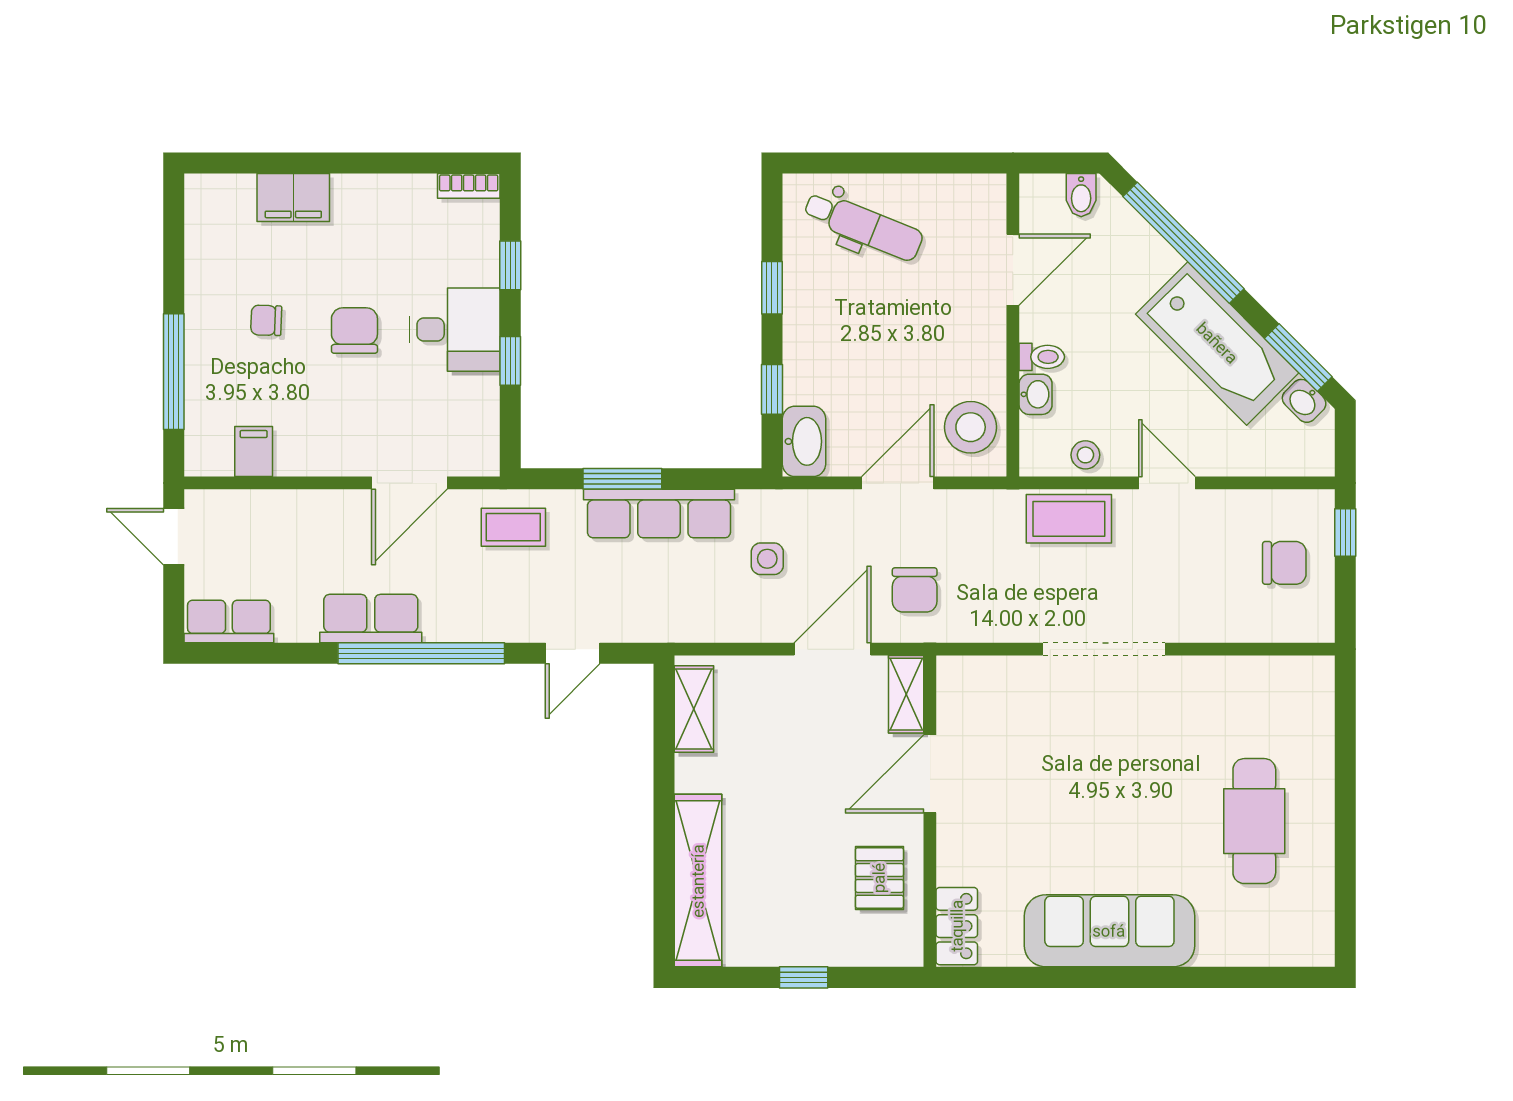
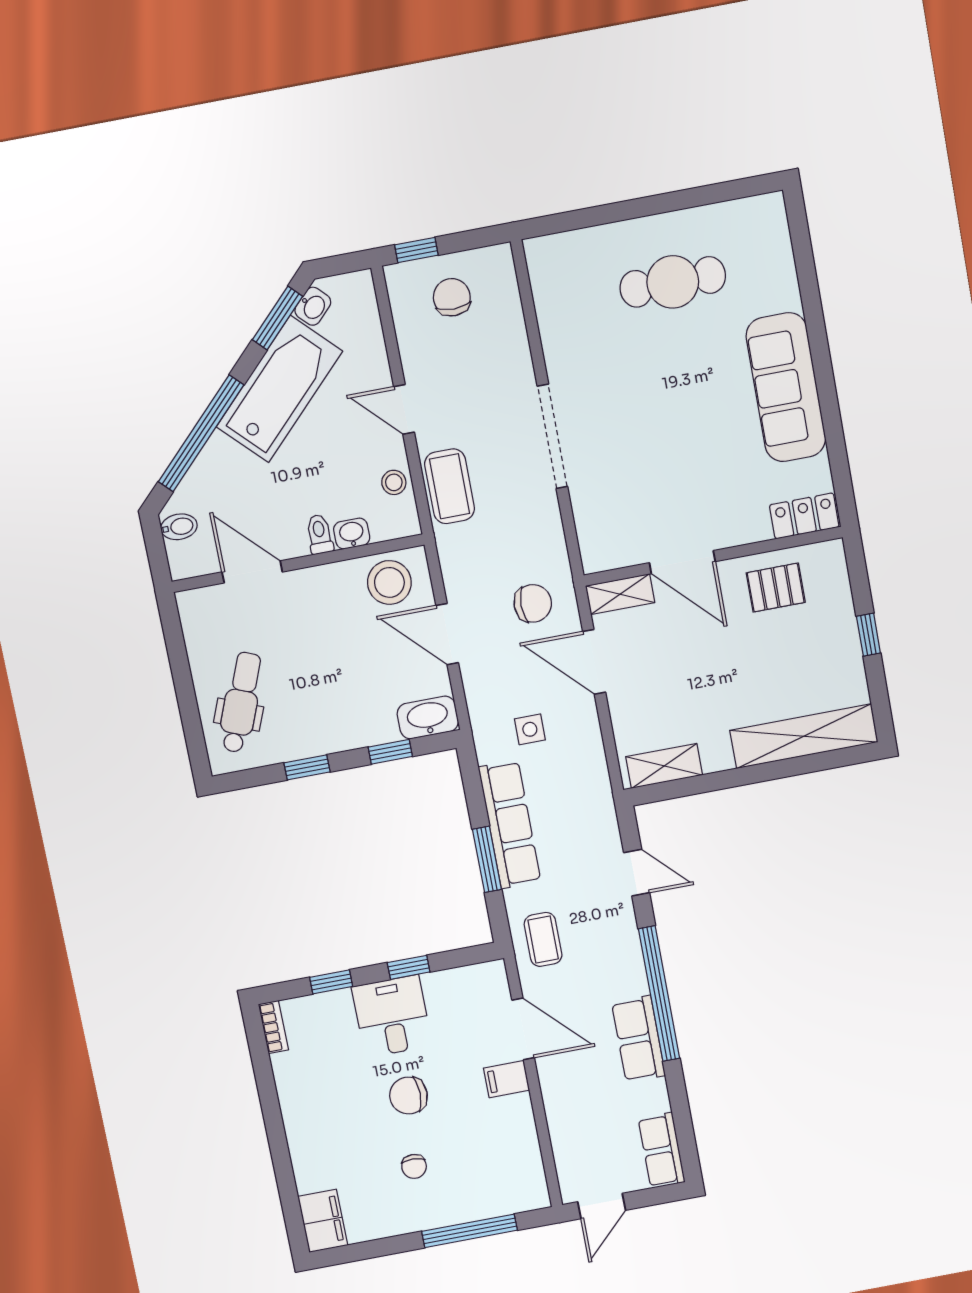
filing cabinet: (293, 198) -> (323, 1221), moved
filing cabinet: (254, 452) -> (507, 1079), moved
door: (1167, 483) -> (404, 409), hinge flipped

